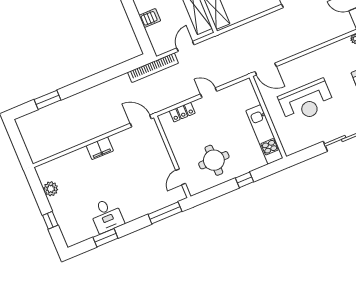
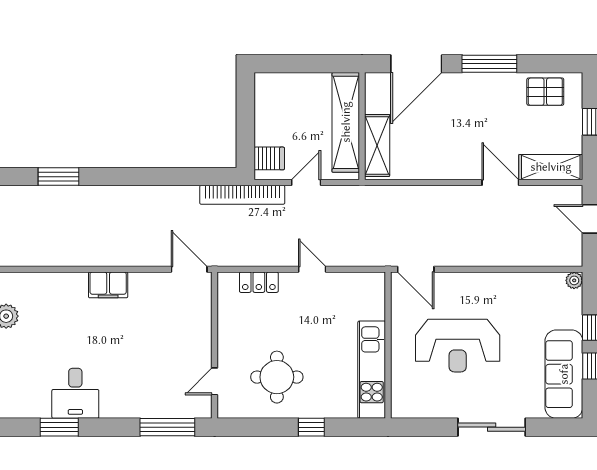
server rack: (150, 18) -> (269, 158), moved

